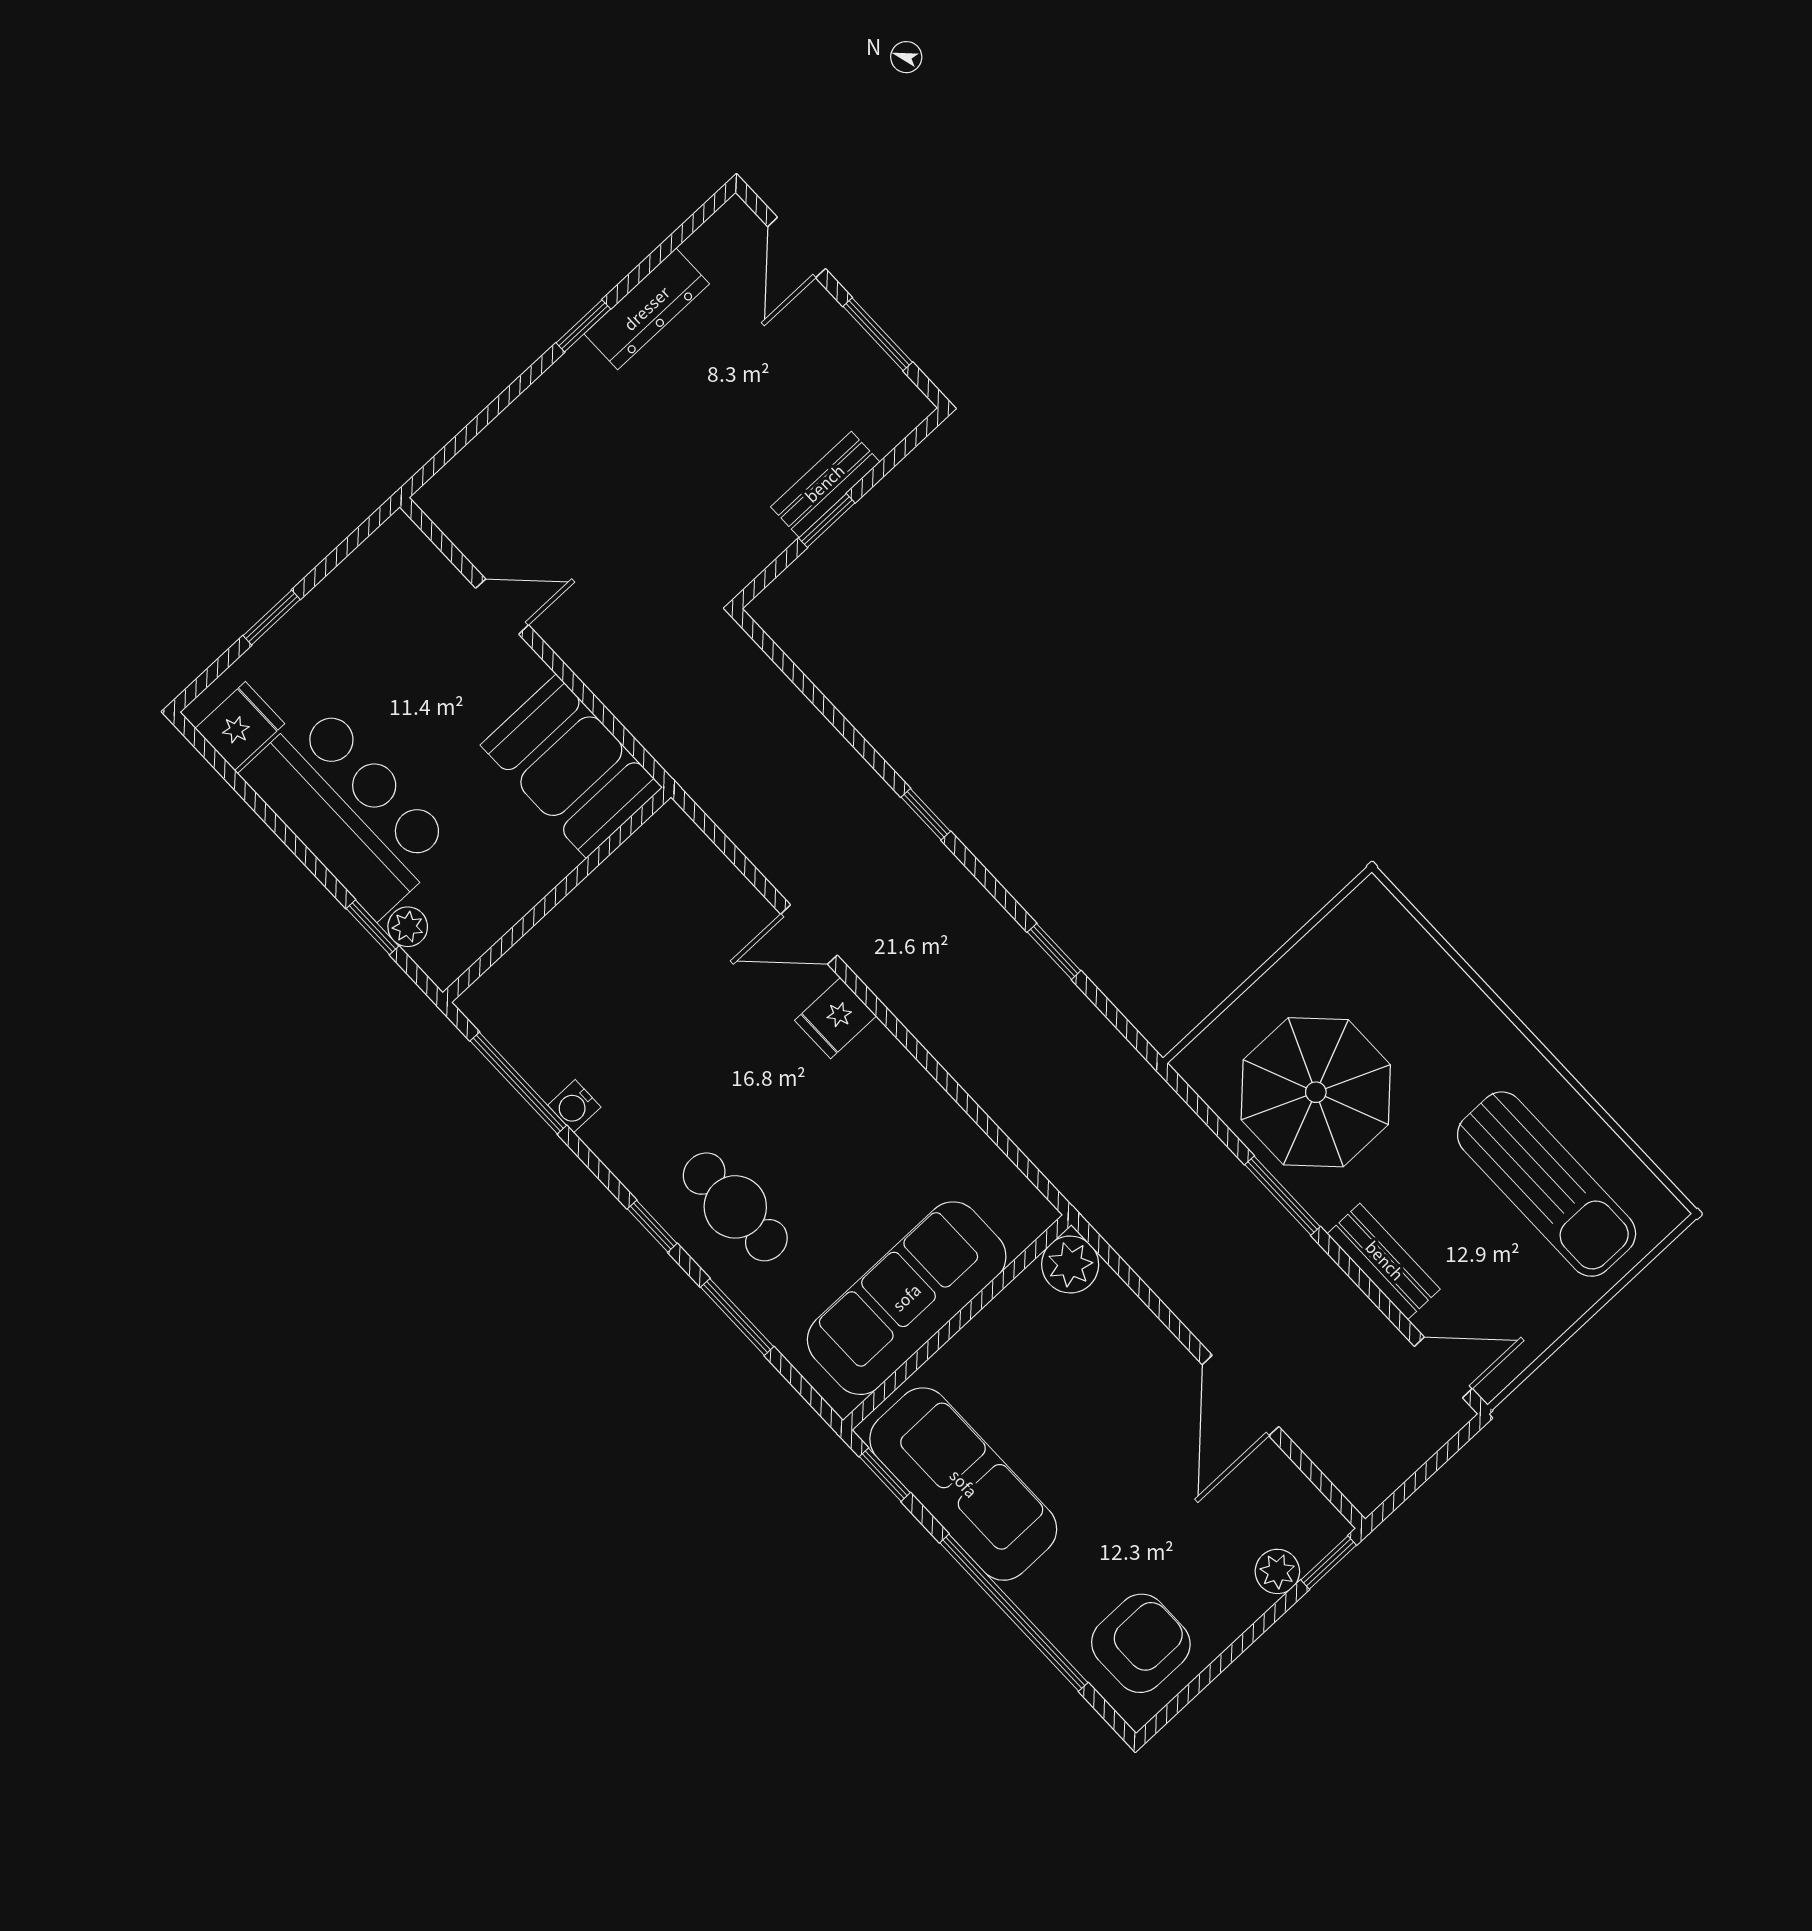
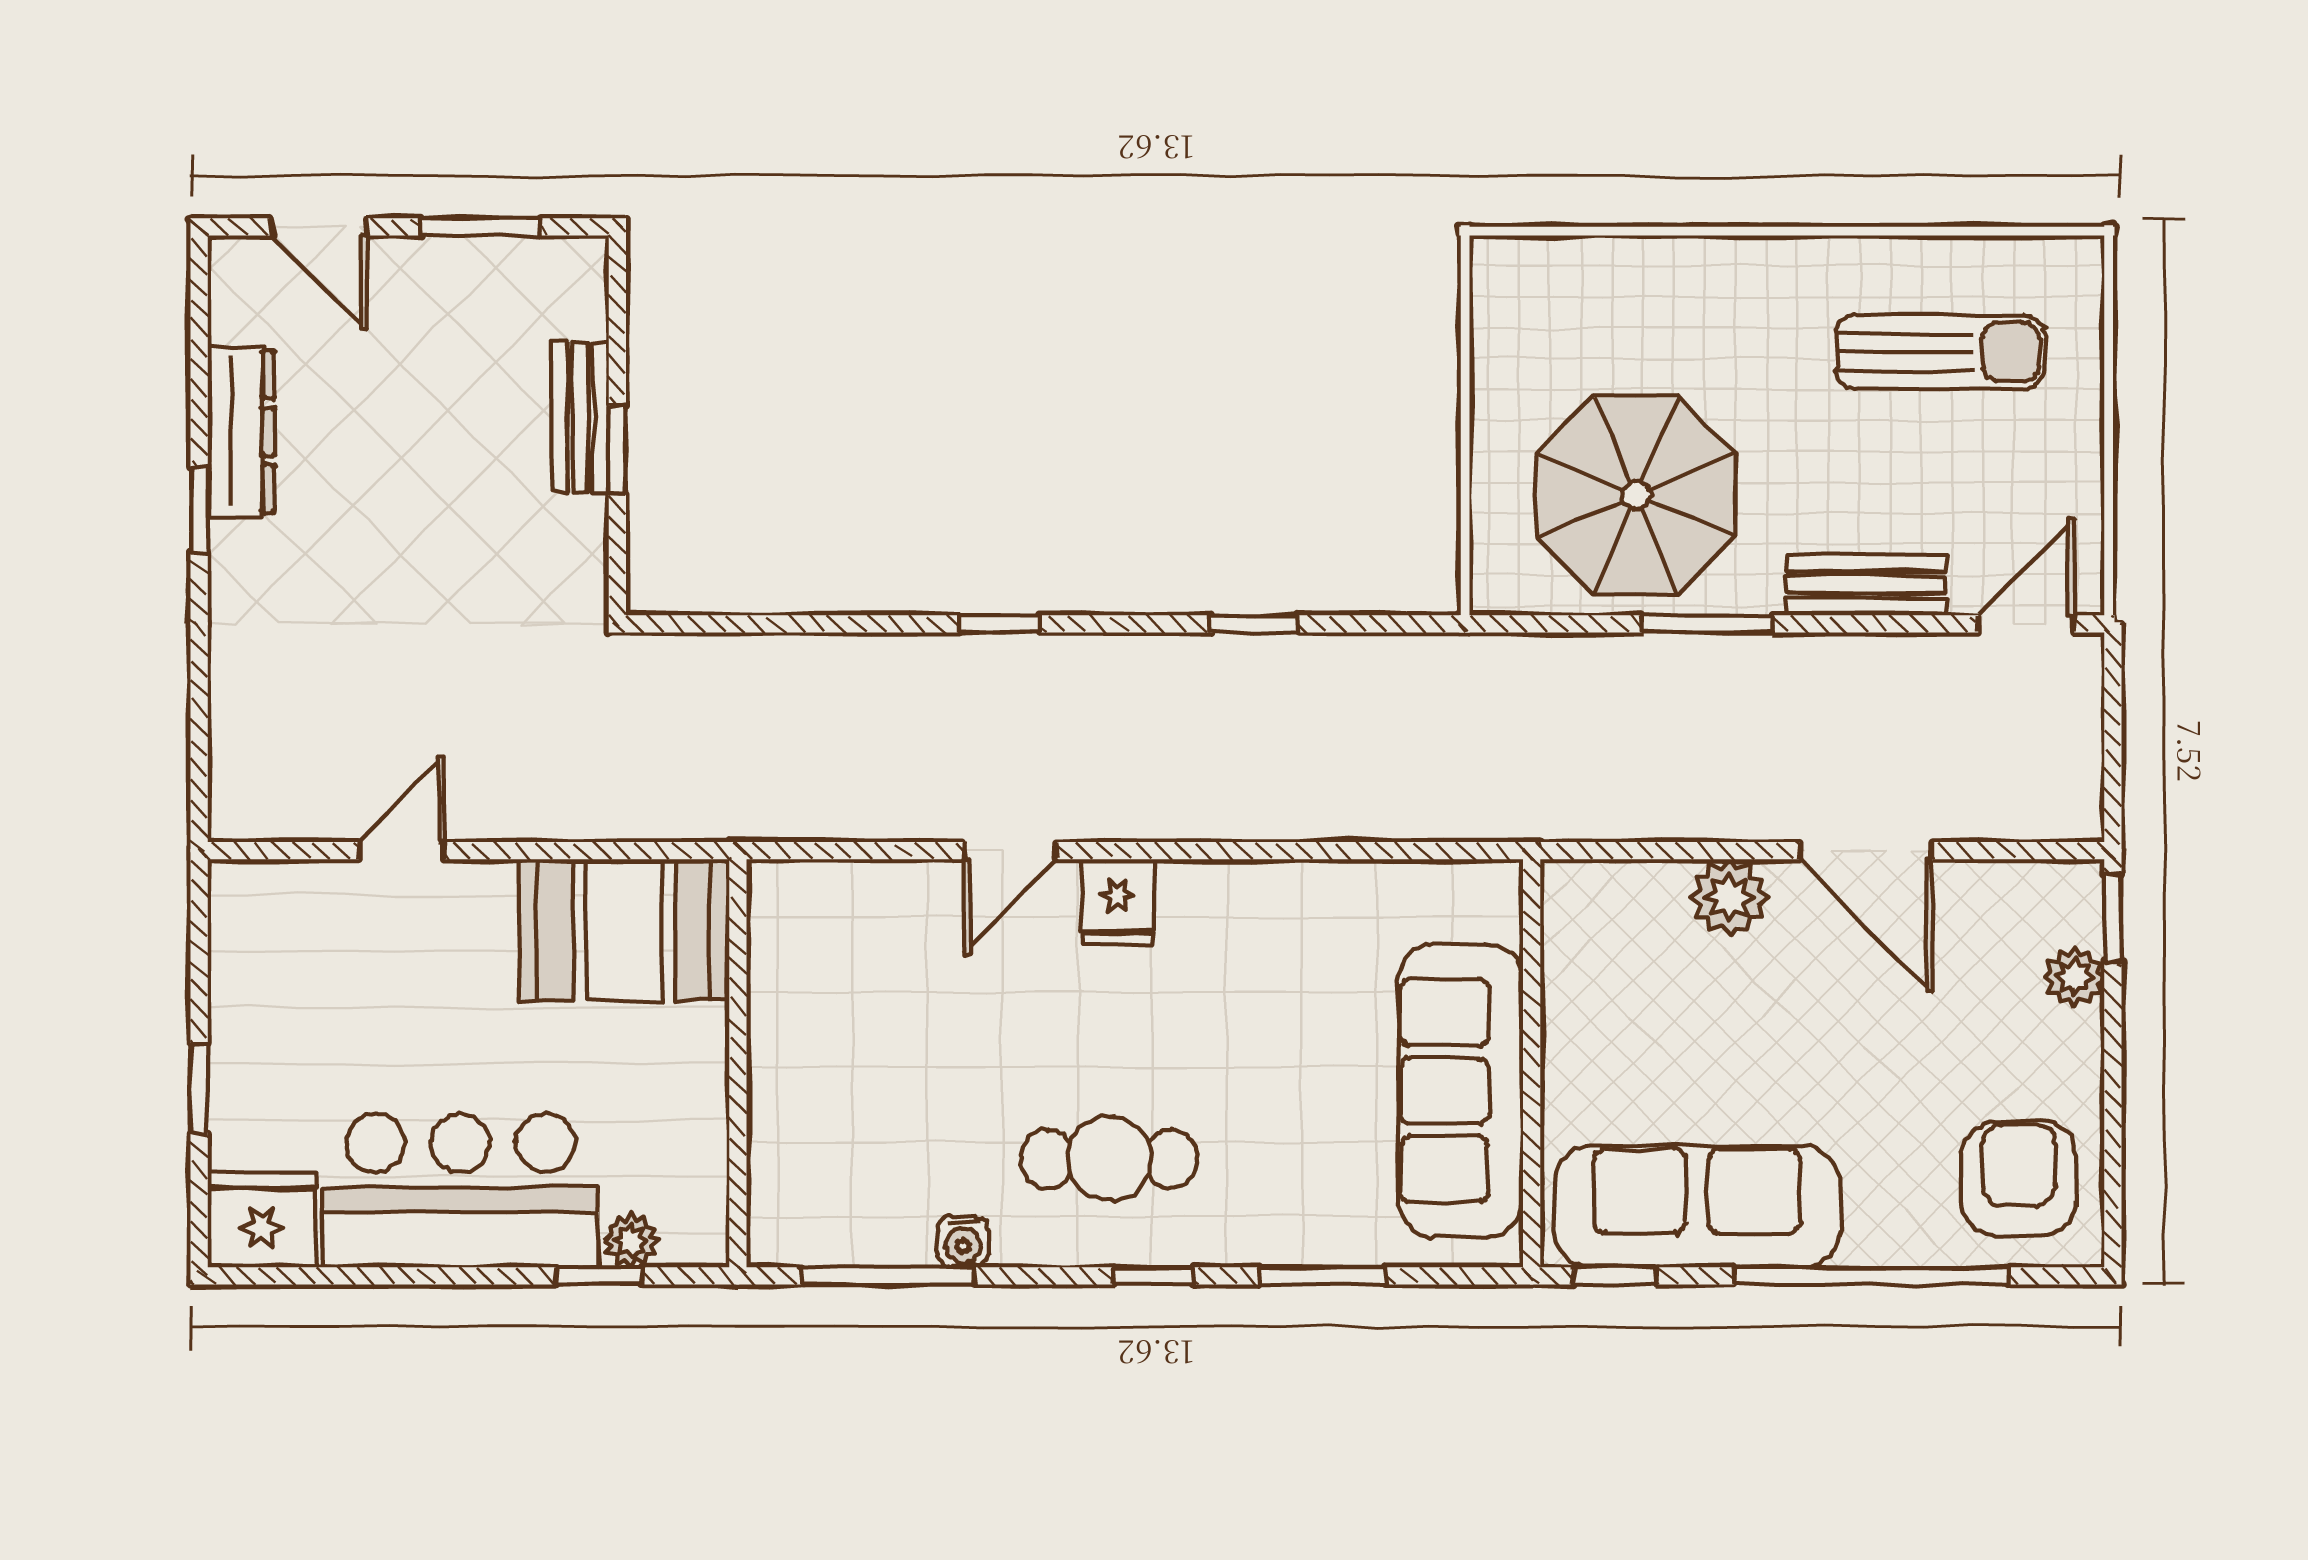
fridge: (240, 726) -> (262, 1221), width x1.38
sun lounger: (1547, 1184) -> (1940, 352), width x0.73, depth x0.75
cafe table: (735, 1207) -> (1109, 1159), moved
plant: (1070, 1264) -> (1729, 898), moved

